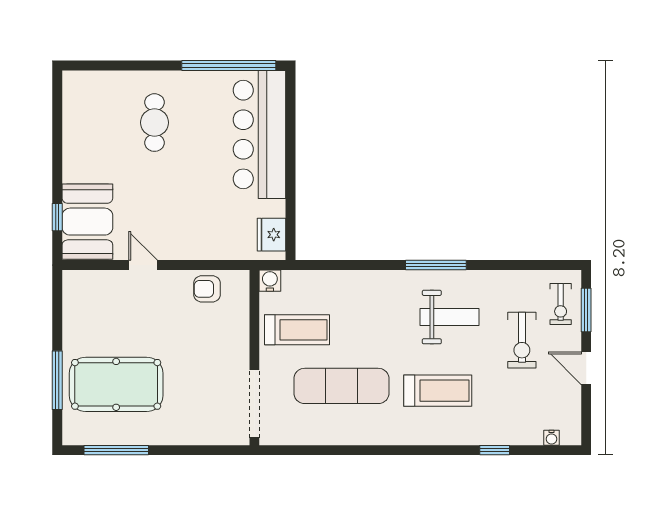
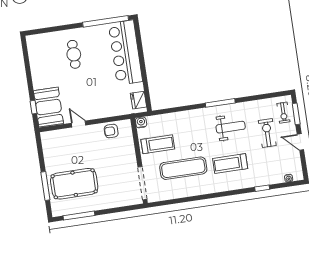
exercise bike: (522, 340) -> (267, 133), turned 180
treadmill: (438, 391) -> (230, 164), turned 180

